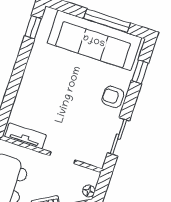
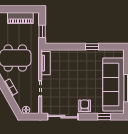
window: (33, 27) -> (92, 47), moved
sliding door: (118, 137) -> (63, 117), width x1.37

